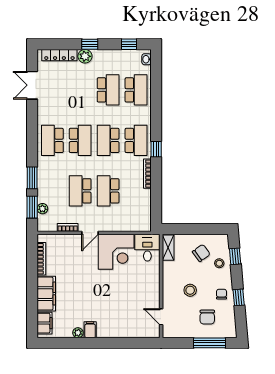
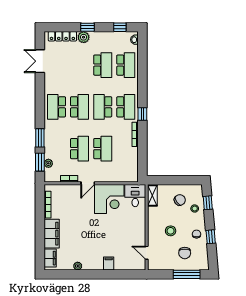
school desk: (80, 191) -> (80, 149), turned 180
school desk: (108, 191) -> (103, 149), turned 180
filing cabinet: (90, 330) -> (109, 264), moved

